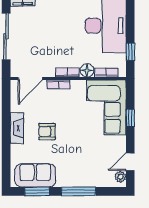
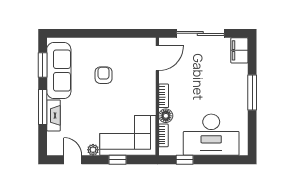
door: (30, 79) -> (157, 58), swing flipped
bookcase: (58, 84) -> (151, 87), removed
fireplace: (17, 128) -> (54, 115), moved, turned -90
sofa: (35, 175) -> (59, 71), width x1.36
plant: (120, 177) -> (93, 150), moved

